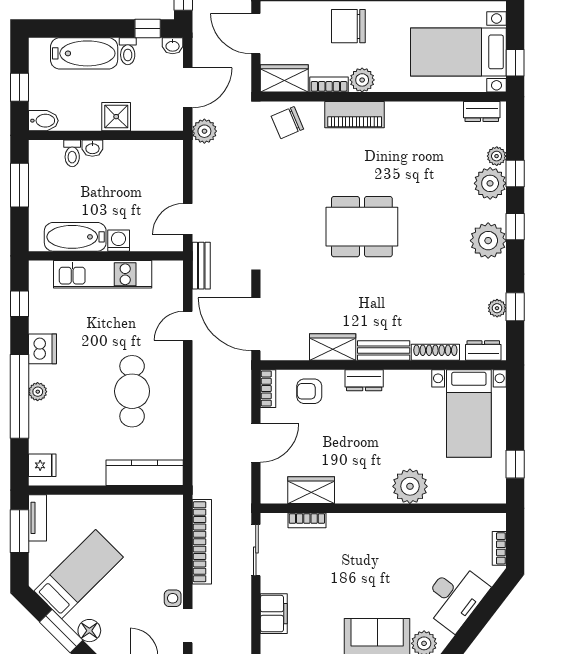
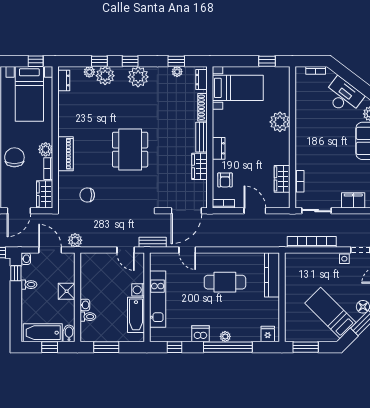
chair: (348, 26) -> (14, 157), turned 180
bathtub: (84, 53) -> (43, 333), moved, turned -90
chair: (287, 123) -> (87, 195), moved, turned 113
tv unit: (37, 518) -> (298, 337), removed

